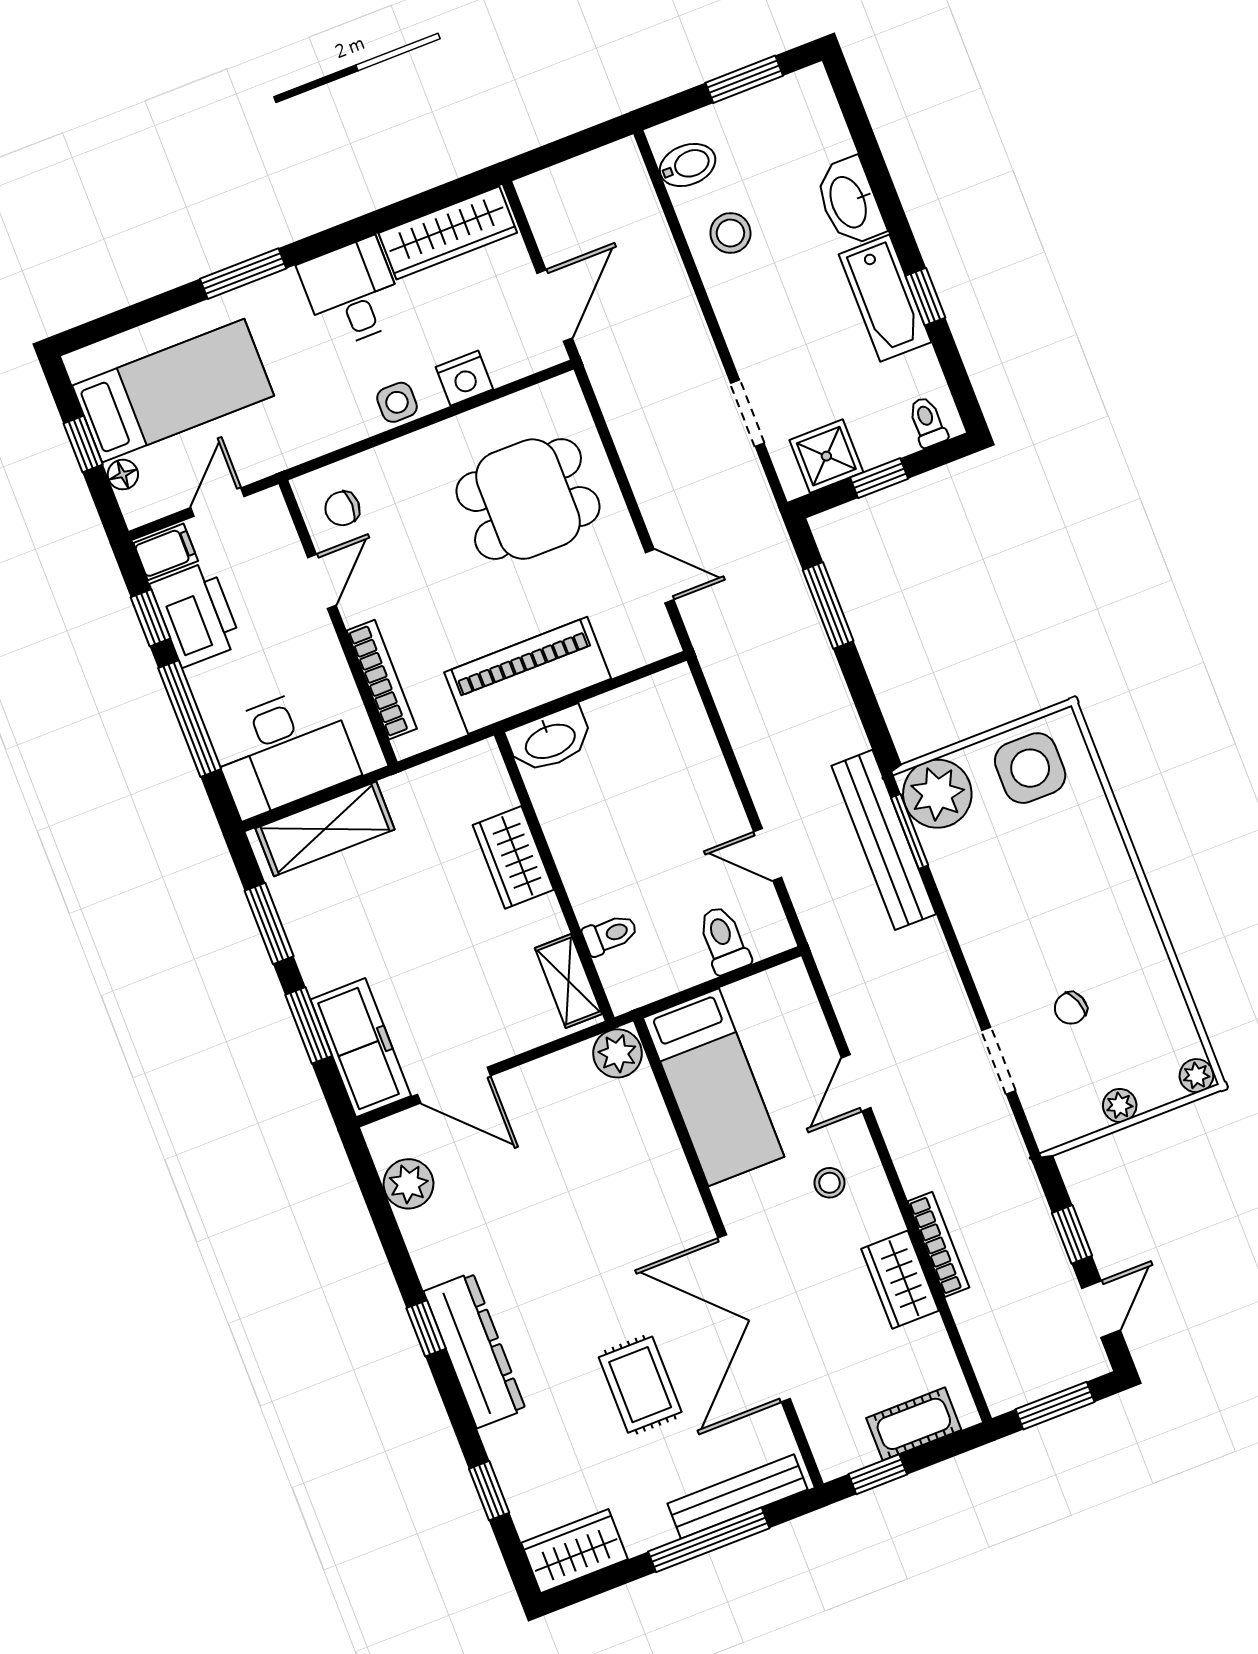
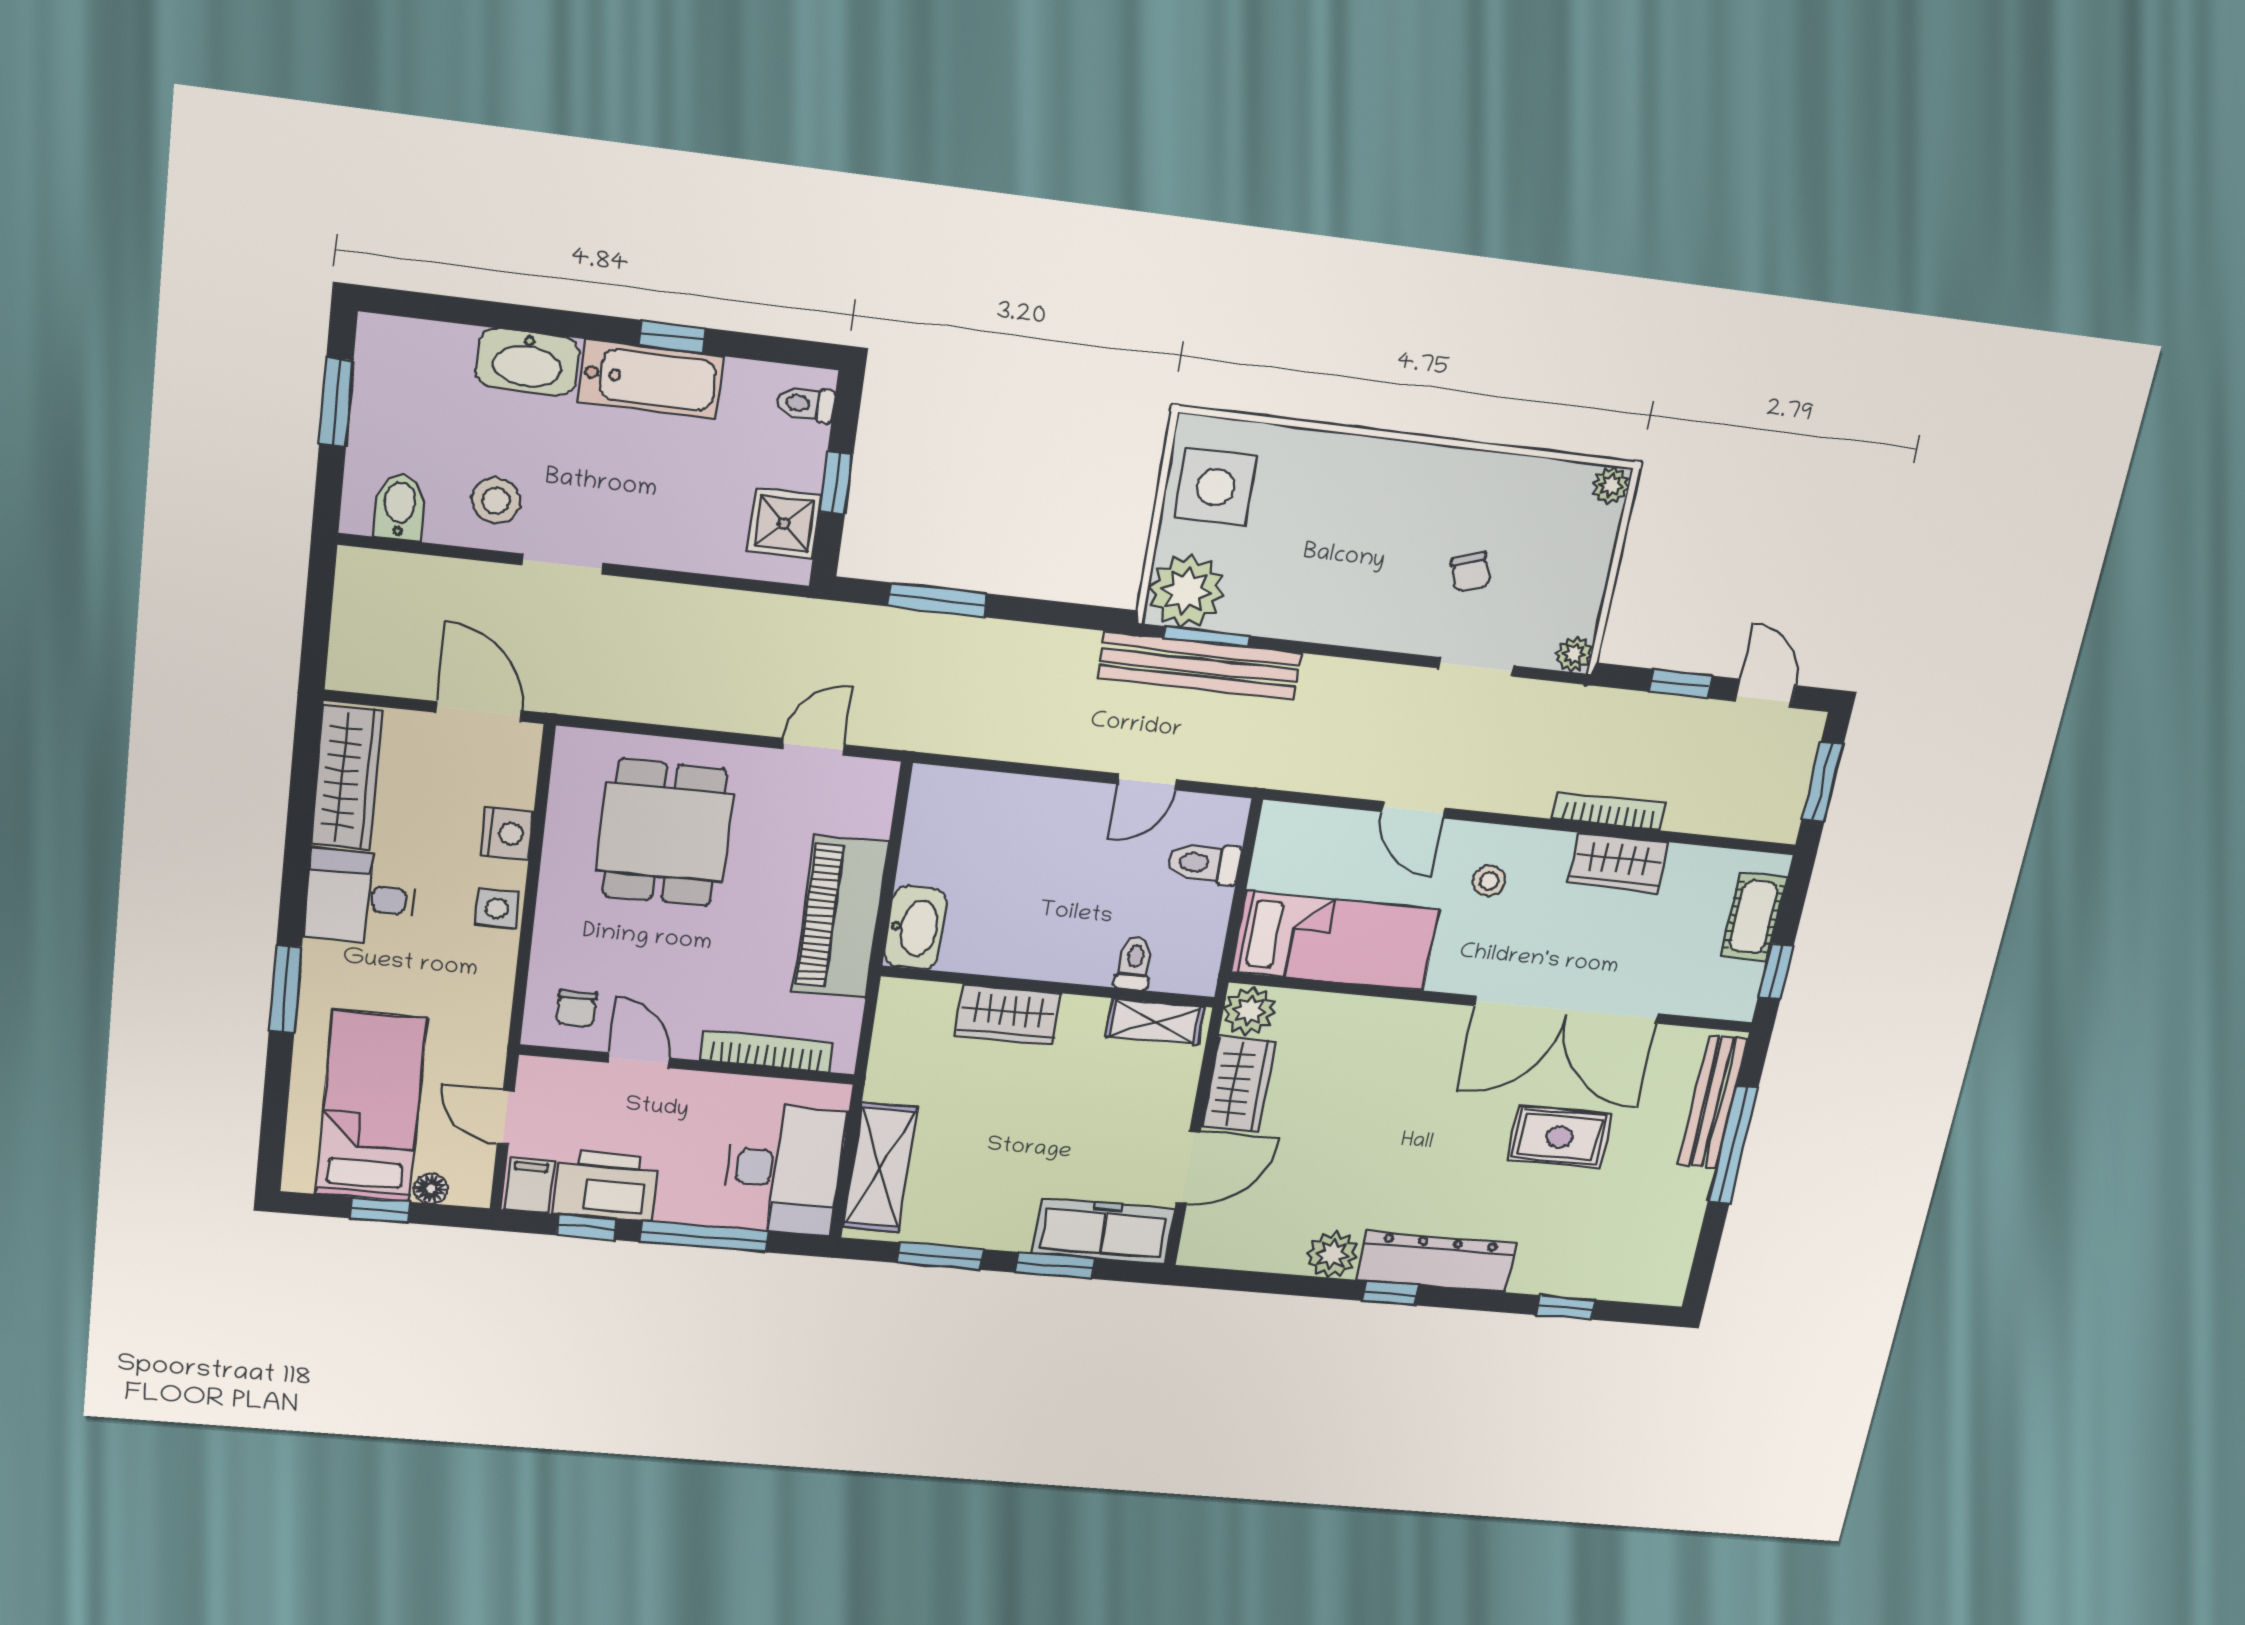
doorway: (747, 413) -> (563, 564), moved
plant: (1120, 1105) -> (1574, 654), moved
plant: (408, 1184) -> (1332, 1254), moved
wardrobe: (574, 1551) -> (1239, 1084), moved, turned 180

